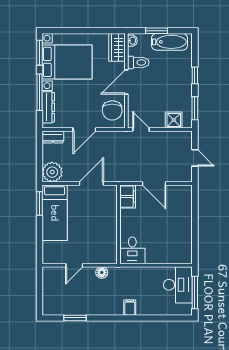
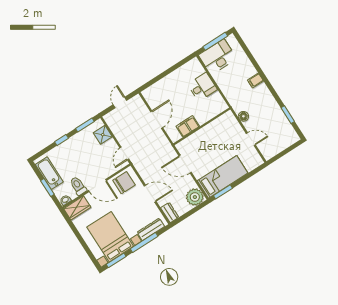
filing cabinet: (128, 197) -> (188, 126), moved
desk: (132, 250) -> (202, 87), moved

